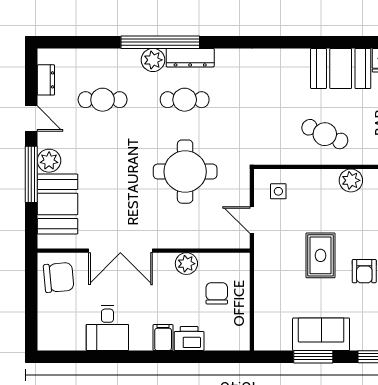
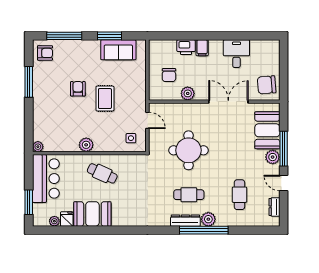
cafe table: (103, 100) -> (239, 195), turned 90
sofa: (321, 334) -> (118, 50), moved

